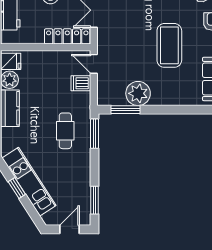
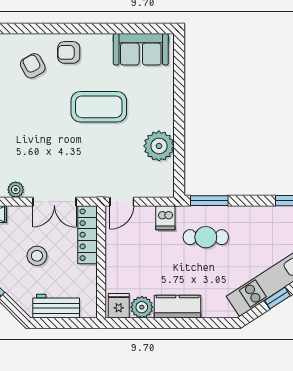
dishwasher: (81, 83) -> (165, 218), moved
window: (125, 110) -> (179, 162), removed

